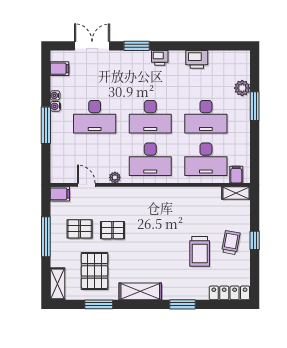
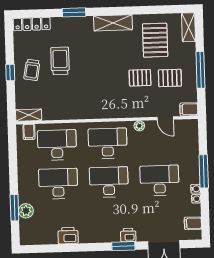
printer: (160, 58) -> (128, 235), moved
window: (255, 106) -> (14, 208), moved
window: (99, 304) -> (150, 10), removed

